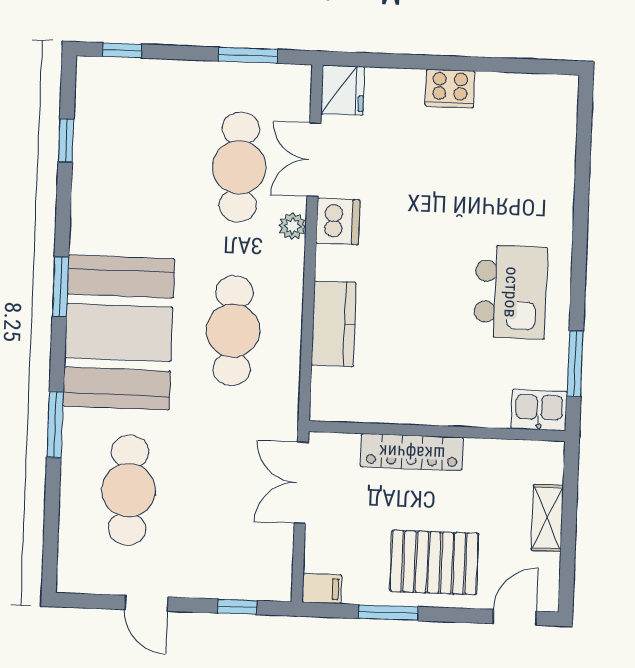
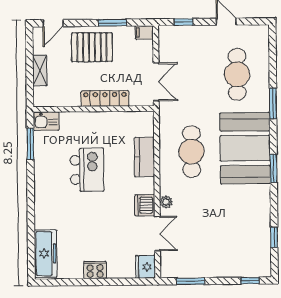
freezer: (554, 128) -> (46, 254), added
cafe table: (239, 167) -> (192, 228), removed
kitchen island: (511, 292) -> (87, 170), moved, turned 180

